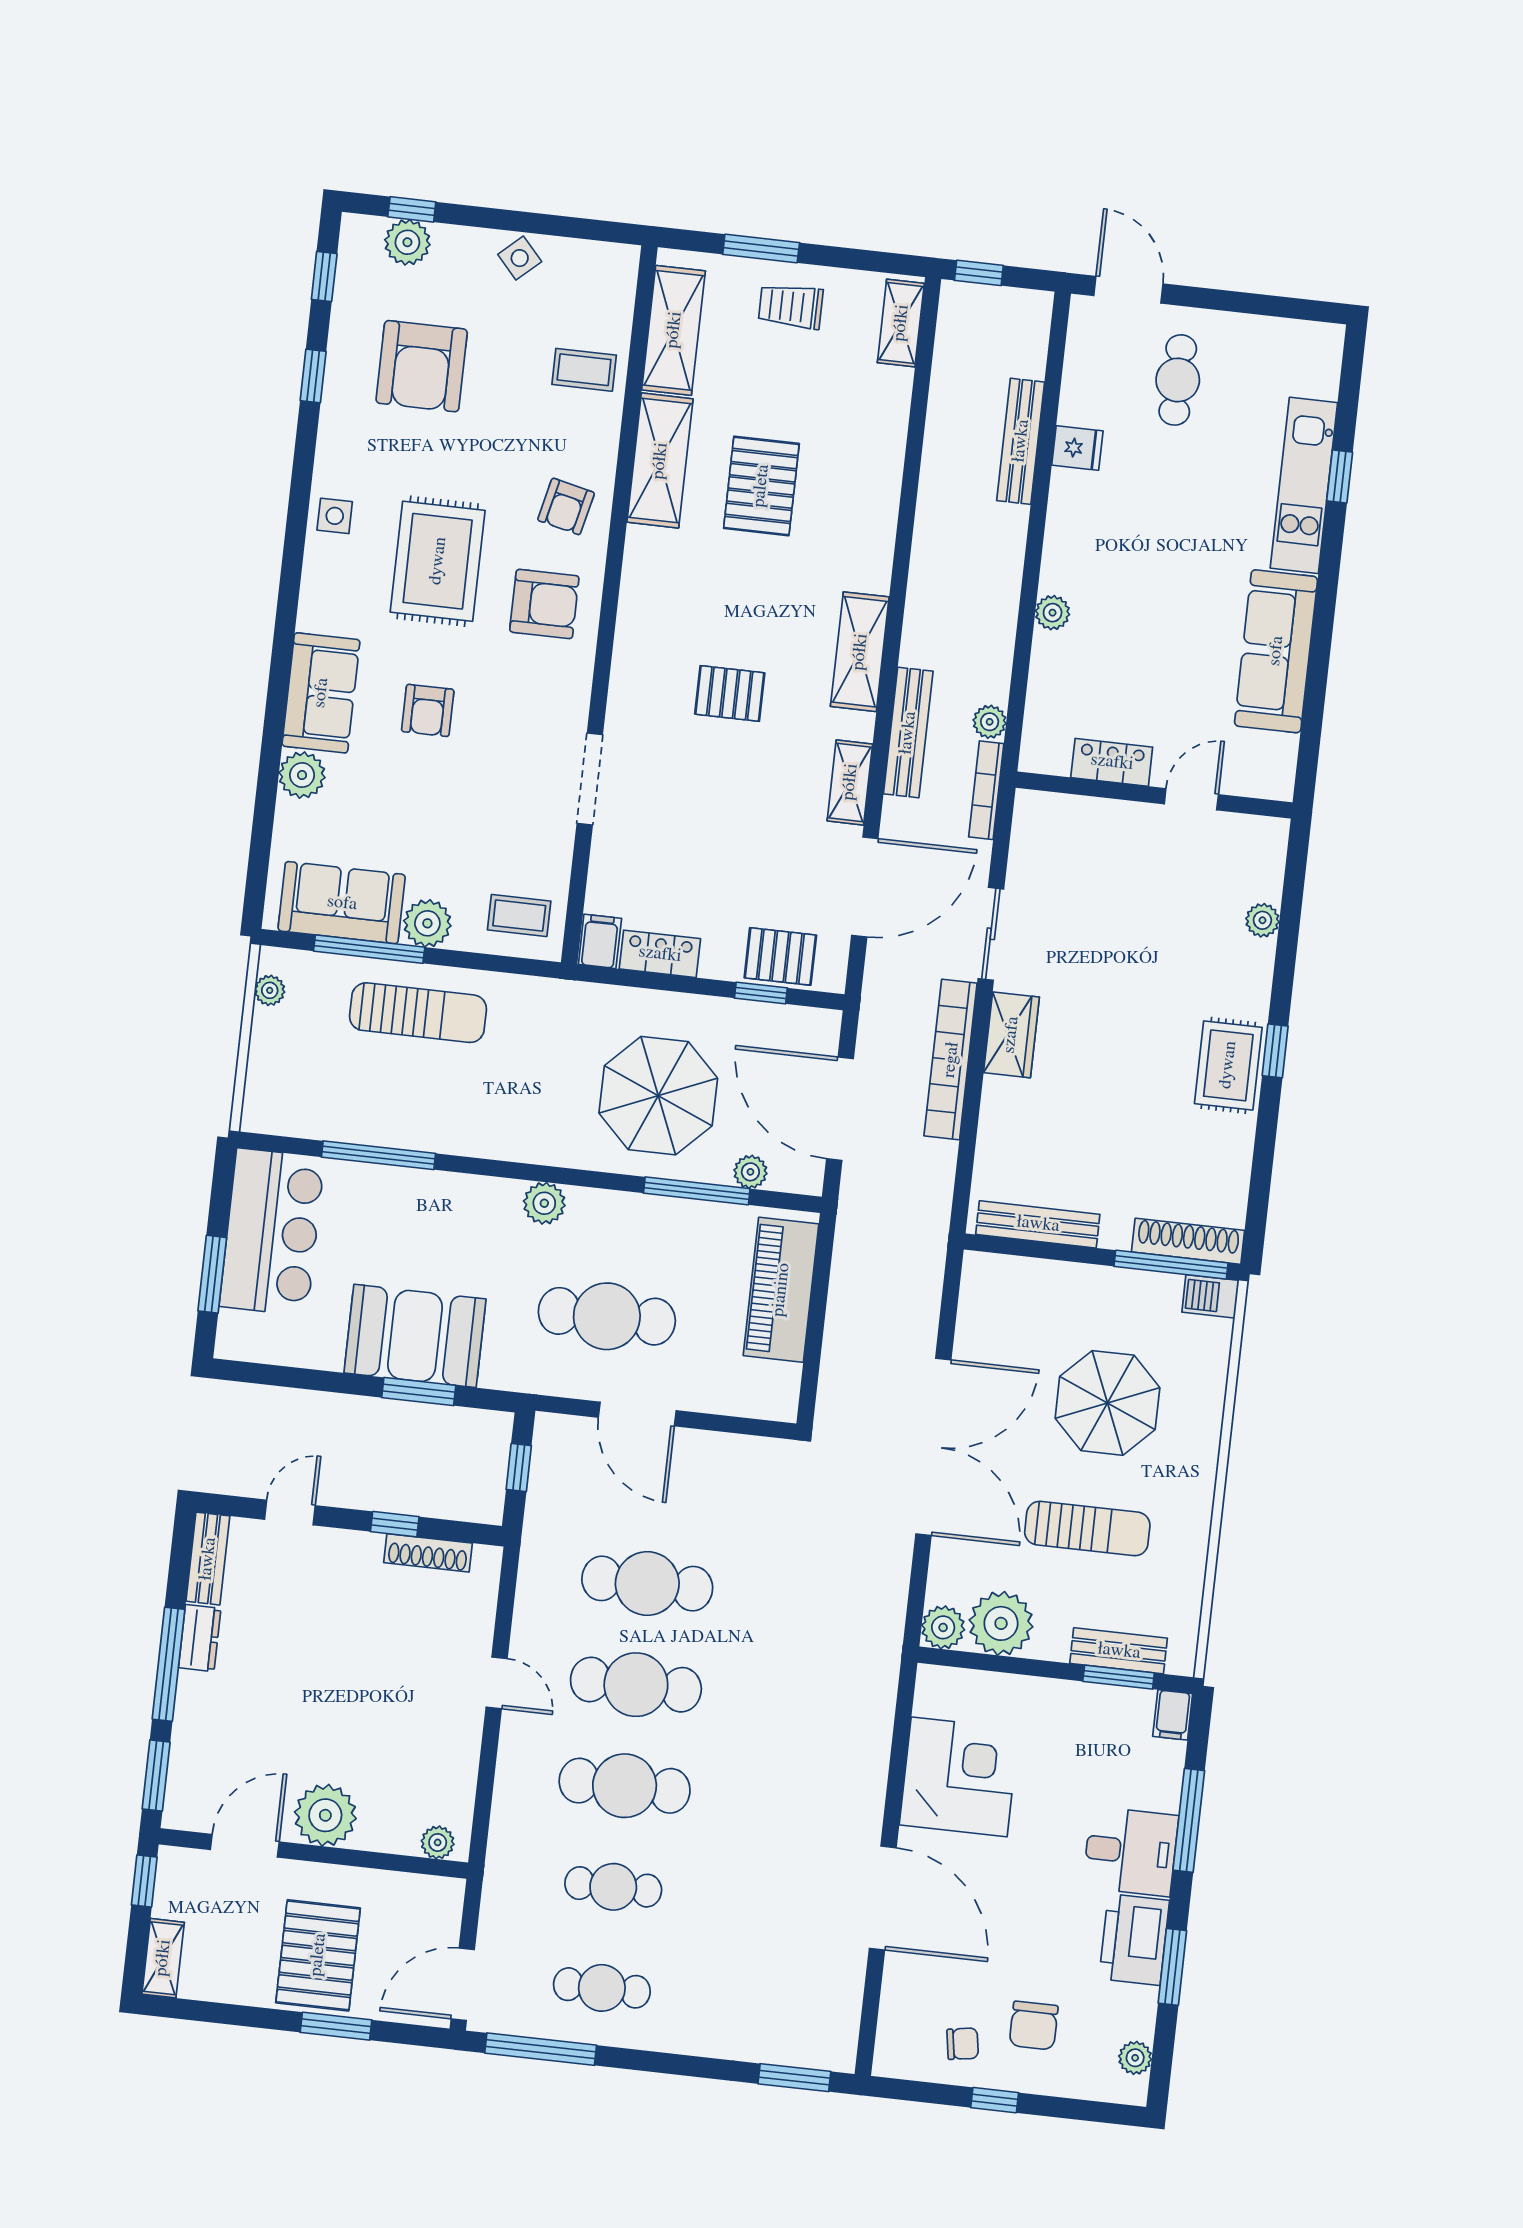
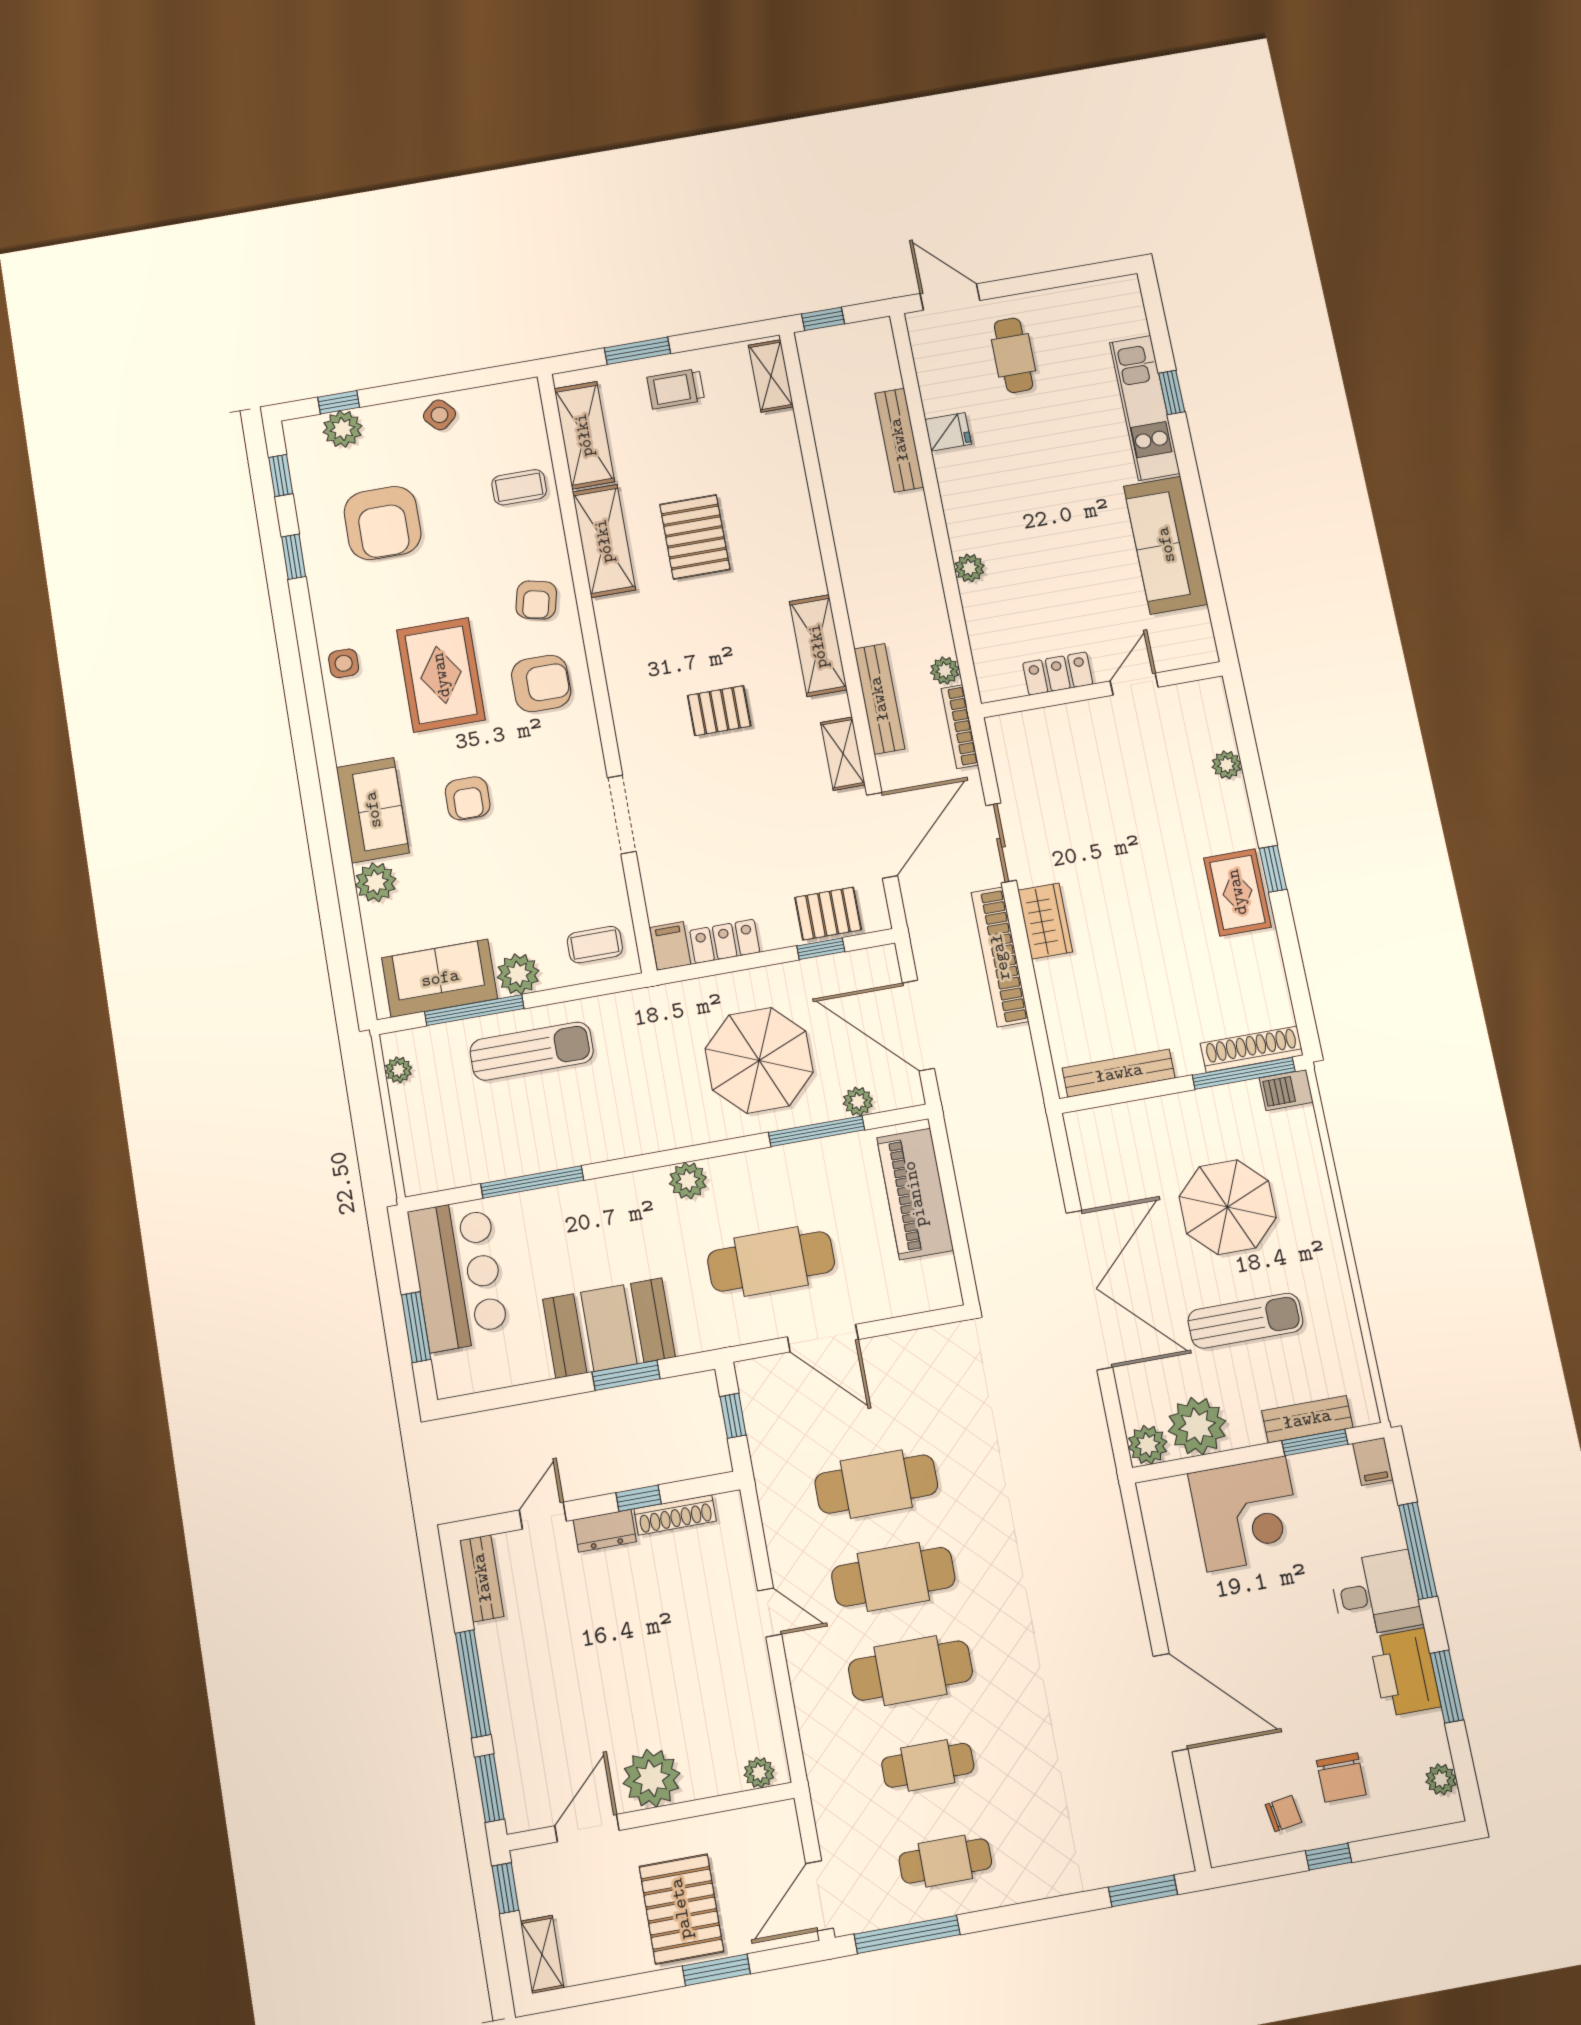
dresser: (200, 1638) -> (605, 1531), moved, turned 90
corner desk: (959, 1777) -> (1246, 1514), moved, turned 90

